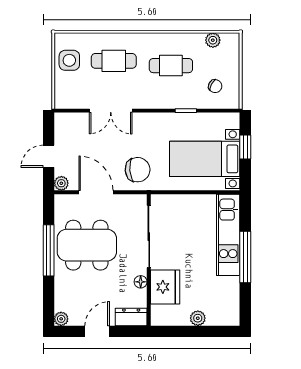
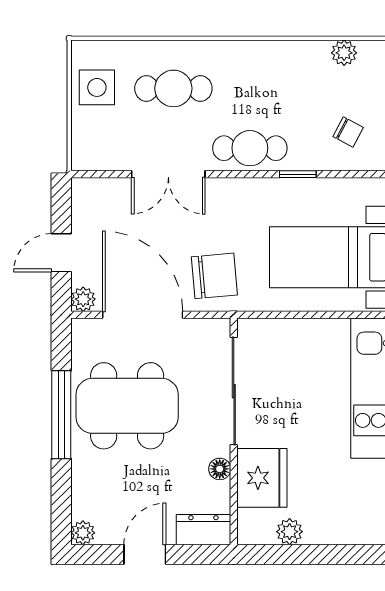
cafe table: (171, 66) -> (250, 148), moved
door: (96, 192) -> (143, 315), width x1.36
plant: (198, 318) -> (290, 532), moved

